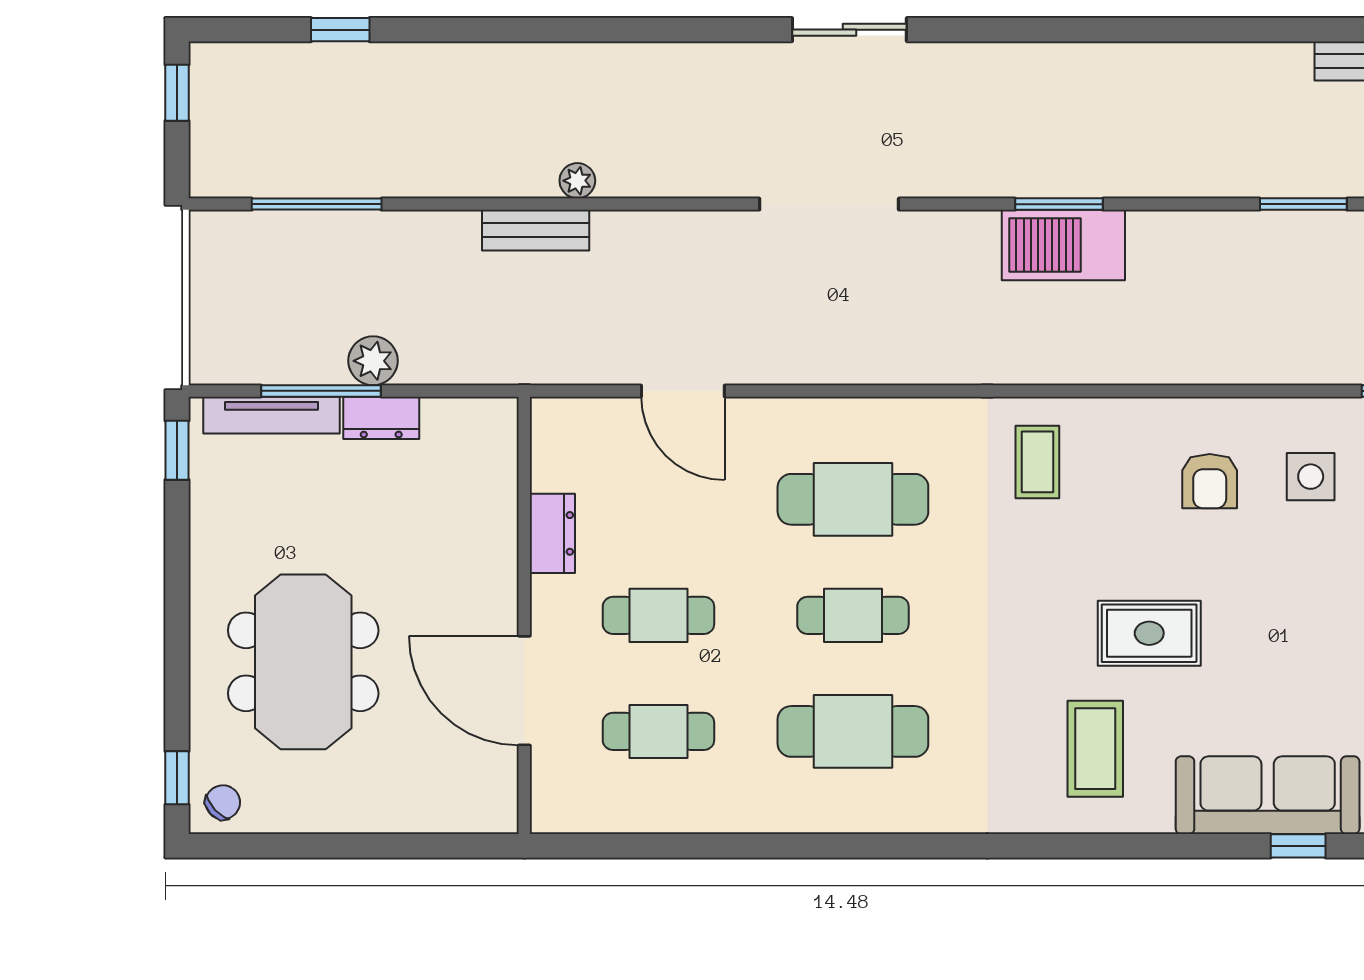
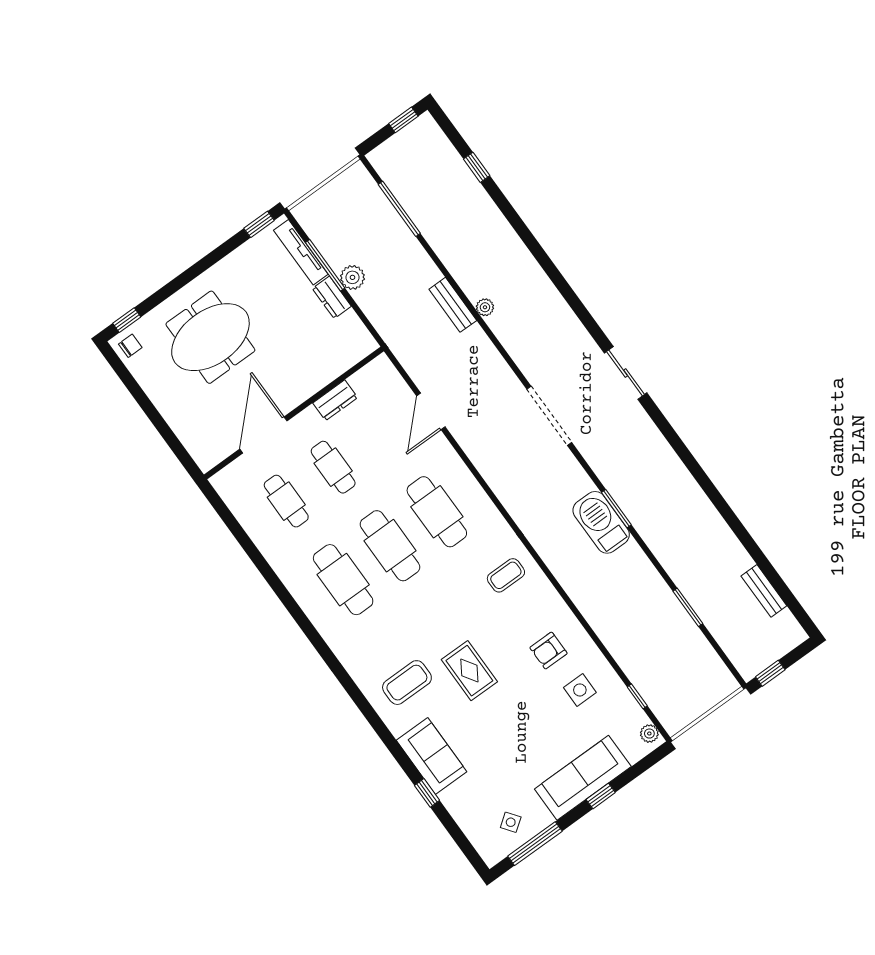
cafe table: (853, 615) -> (390, 546), width x1.37, depth x1.35
sofa: (1268, 795) -> (431, 756), width x0.73
chair: (223, 802) -> (130, 346), turned -47

